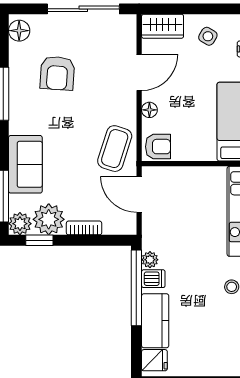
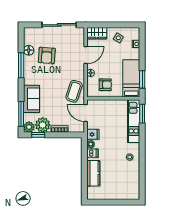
floor lamp: (19, 31) -> (29, 50), moved
armchair: (158, 147) -> (105, 85), moved
window: (136, 288) -> (84, 158), removed
fridge: (154, 360) -> (93, 134), moved

